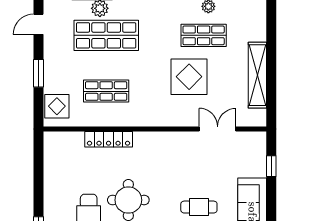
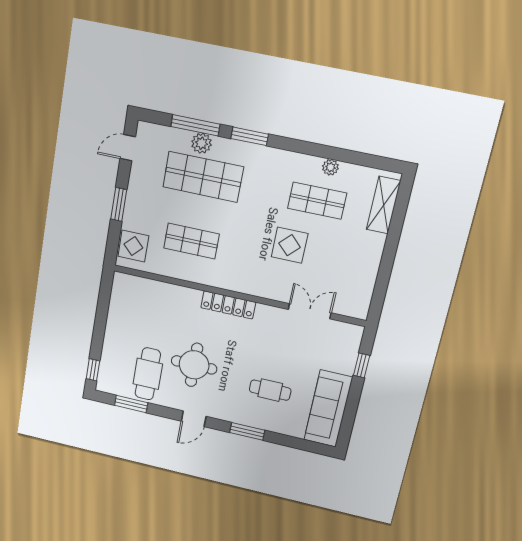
shelving: (257, 75) -> (384, 205), moved, width x0.68
display table: (189, 77) -> (290, 245), width x0.73, depth x0.73
locker: (109, 139) -> (228, 305), moved

